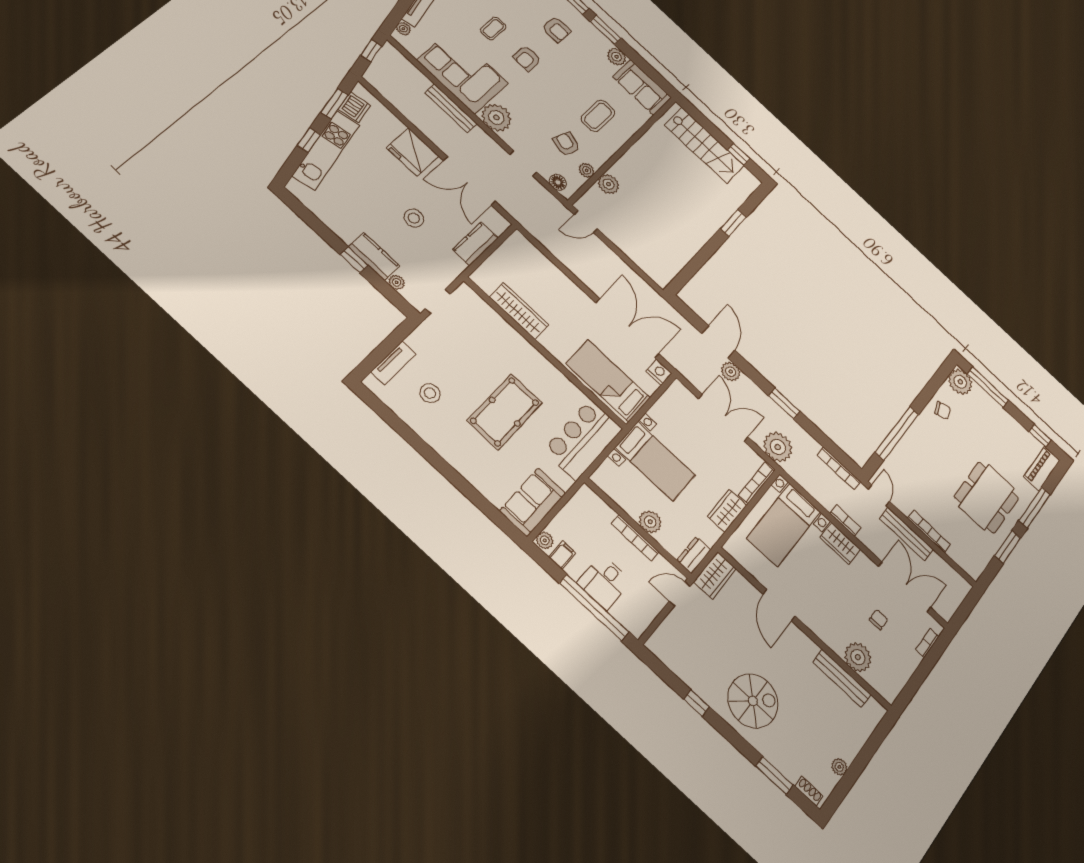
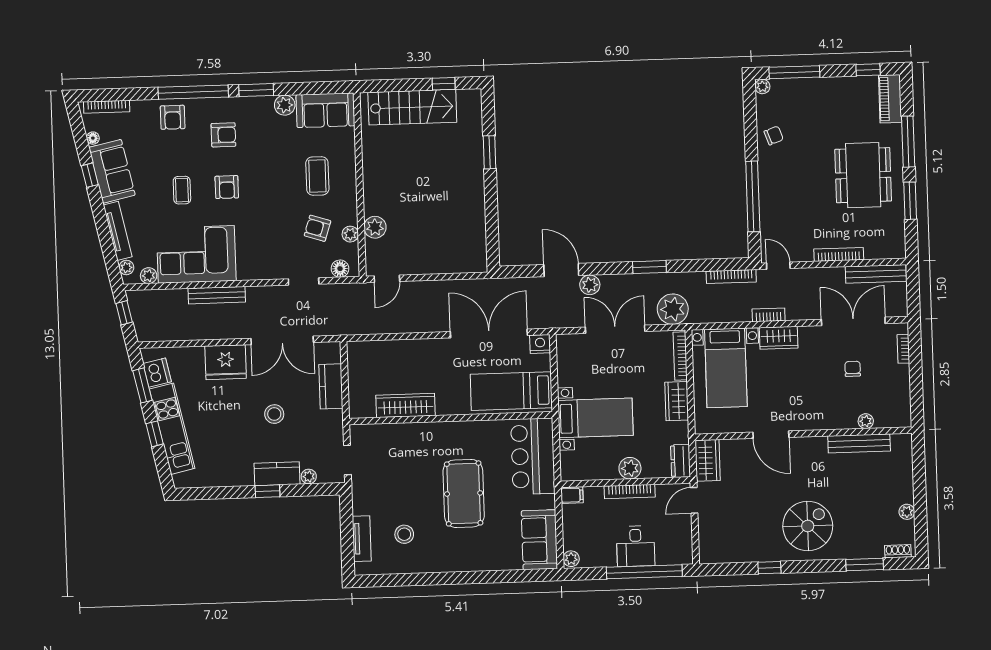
plant: (496, 117) -> (149, 276), moved, width x0.53, depth x0.53
plant: (960, 382) -> (762, 86), width x0.53, depth x0.53
bench: (906, 534) -> (876, 274), moved
filing cabinet: (562, 555) -> (572, 495), moved, turned 90
plant: (858, 657) -> (866, 421), width x0.53, depth x0.53

